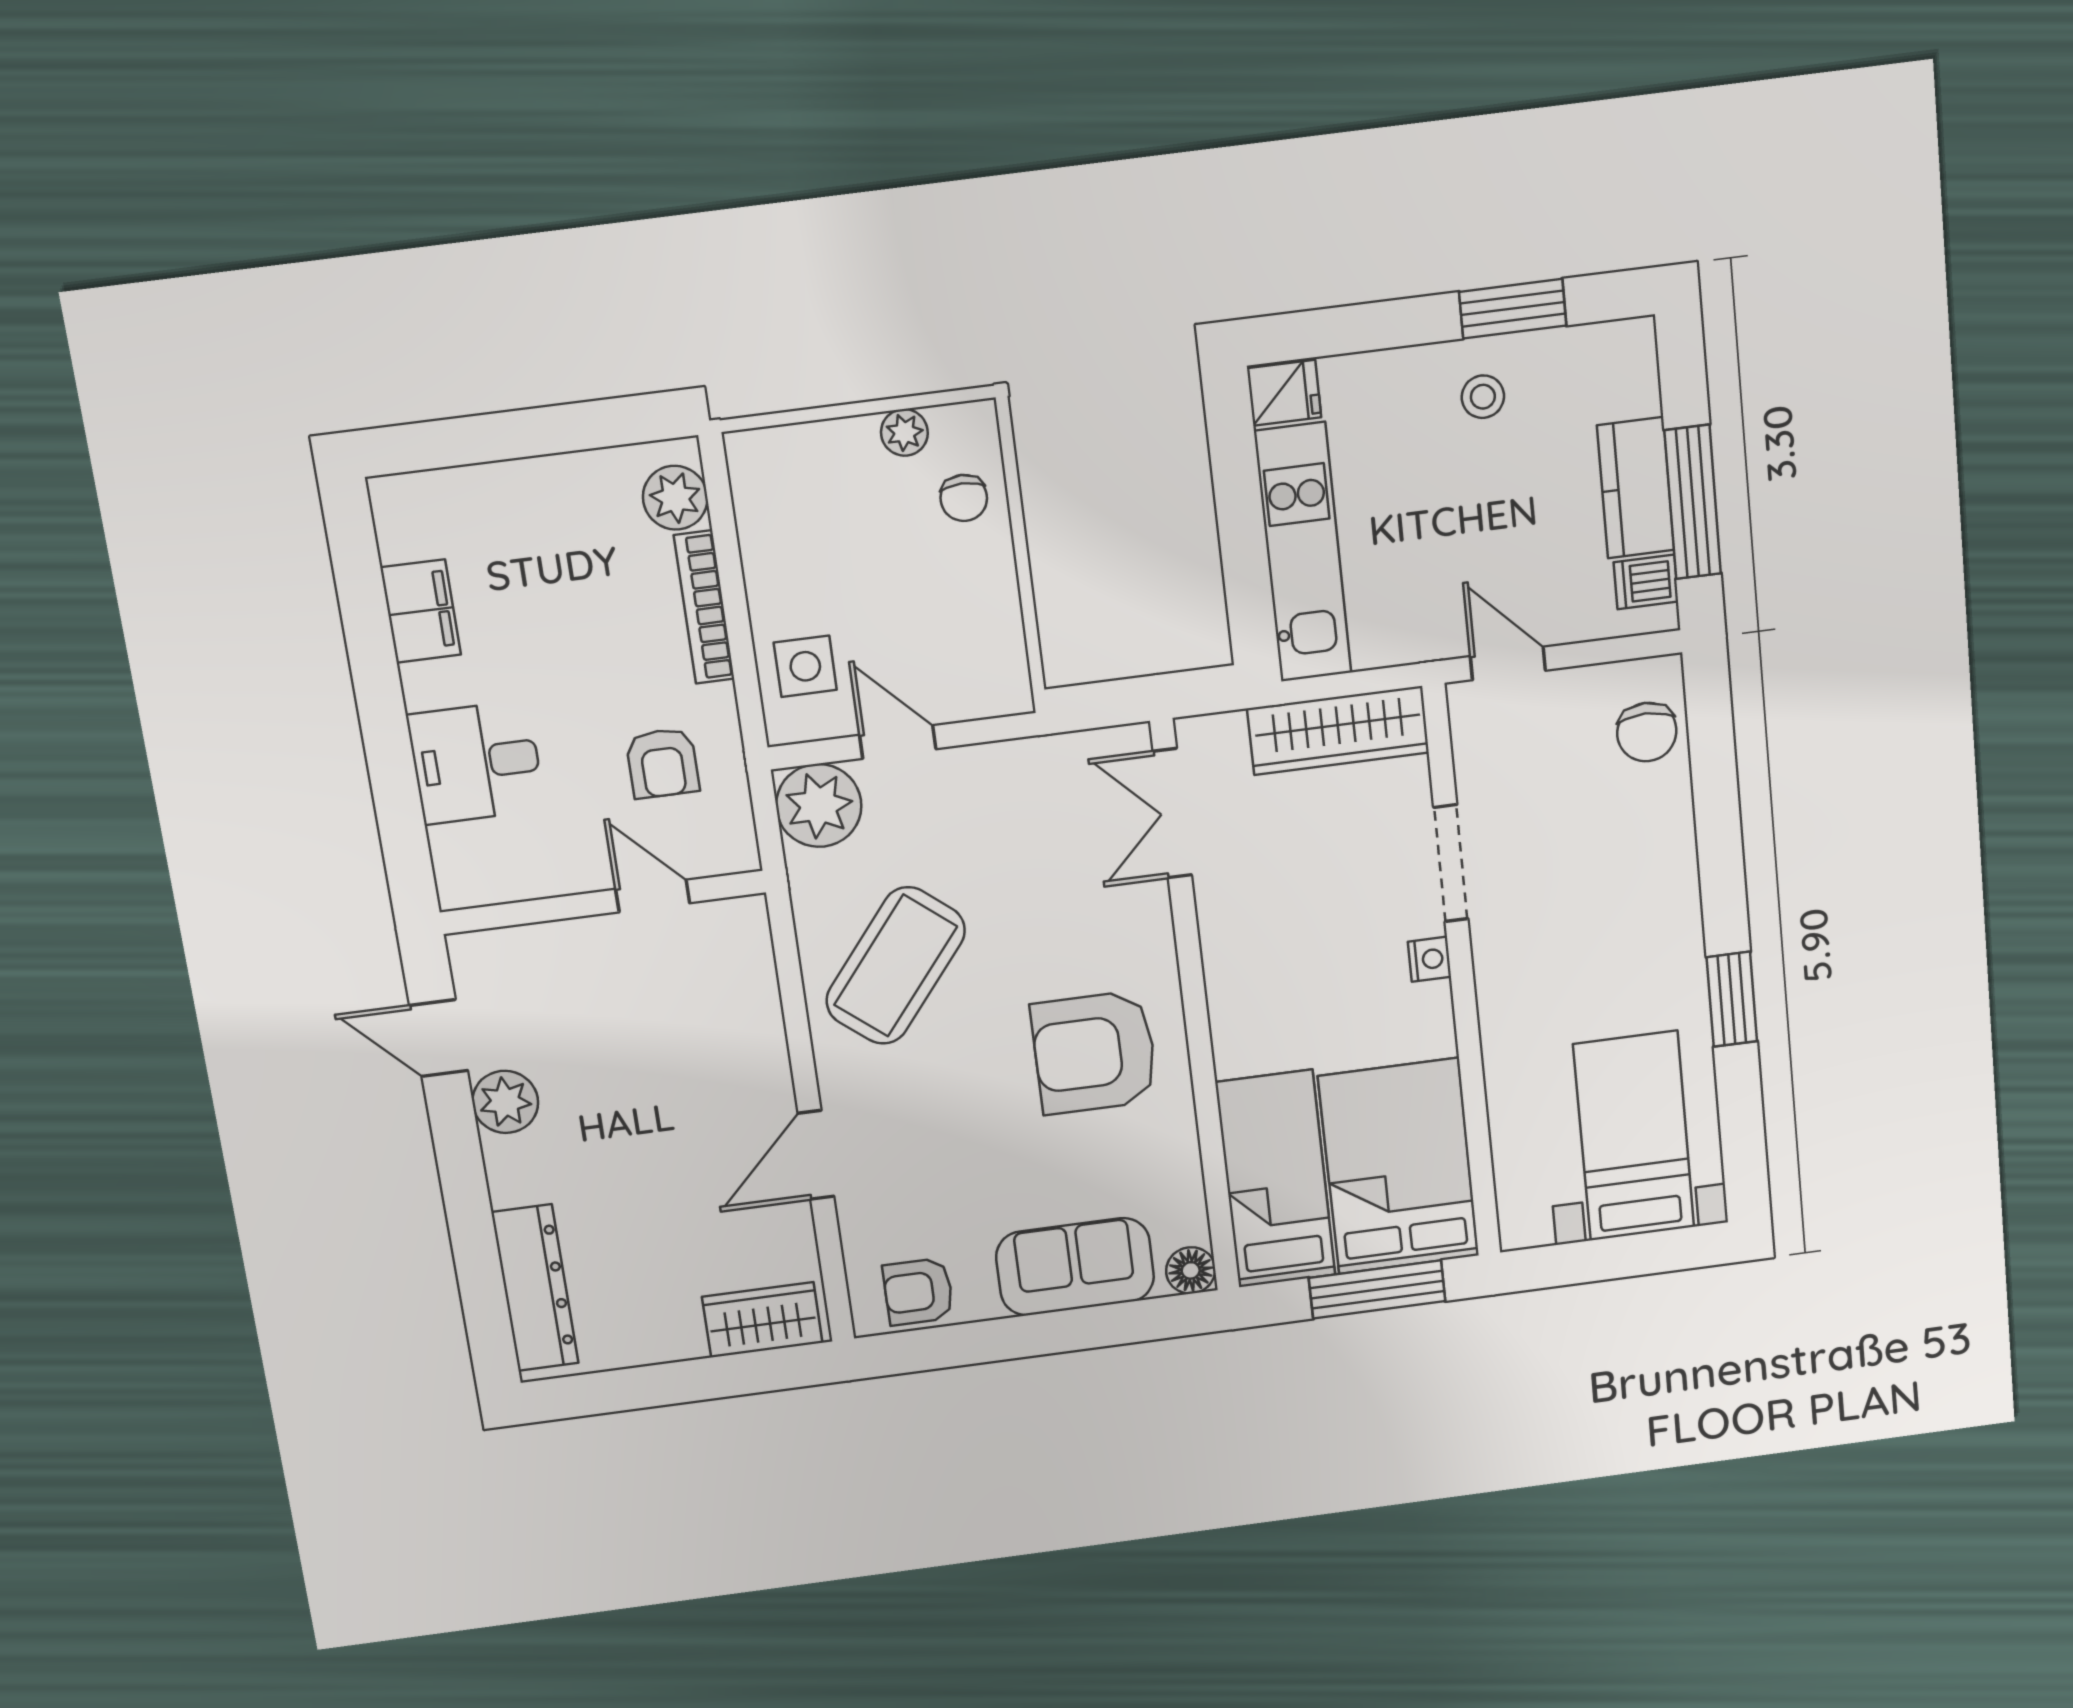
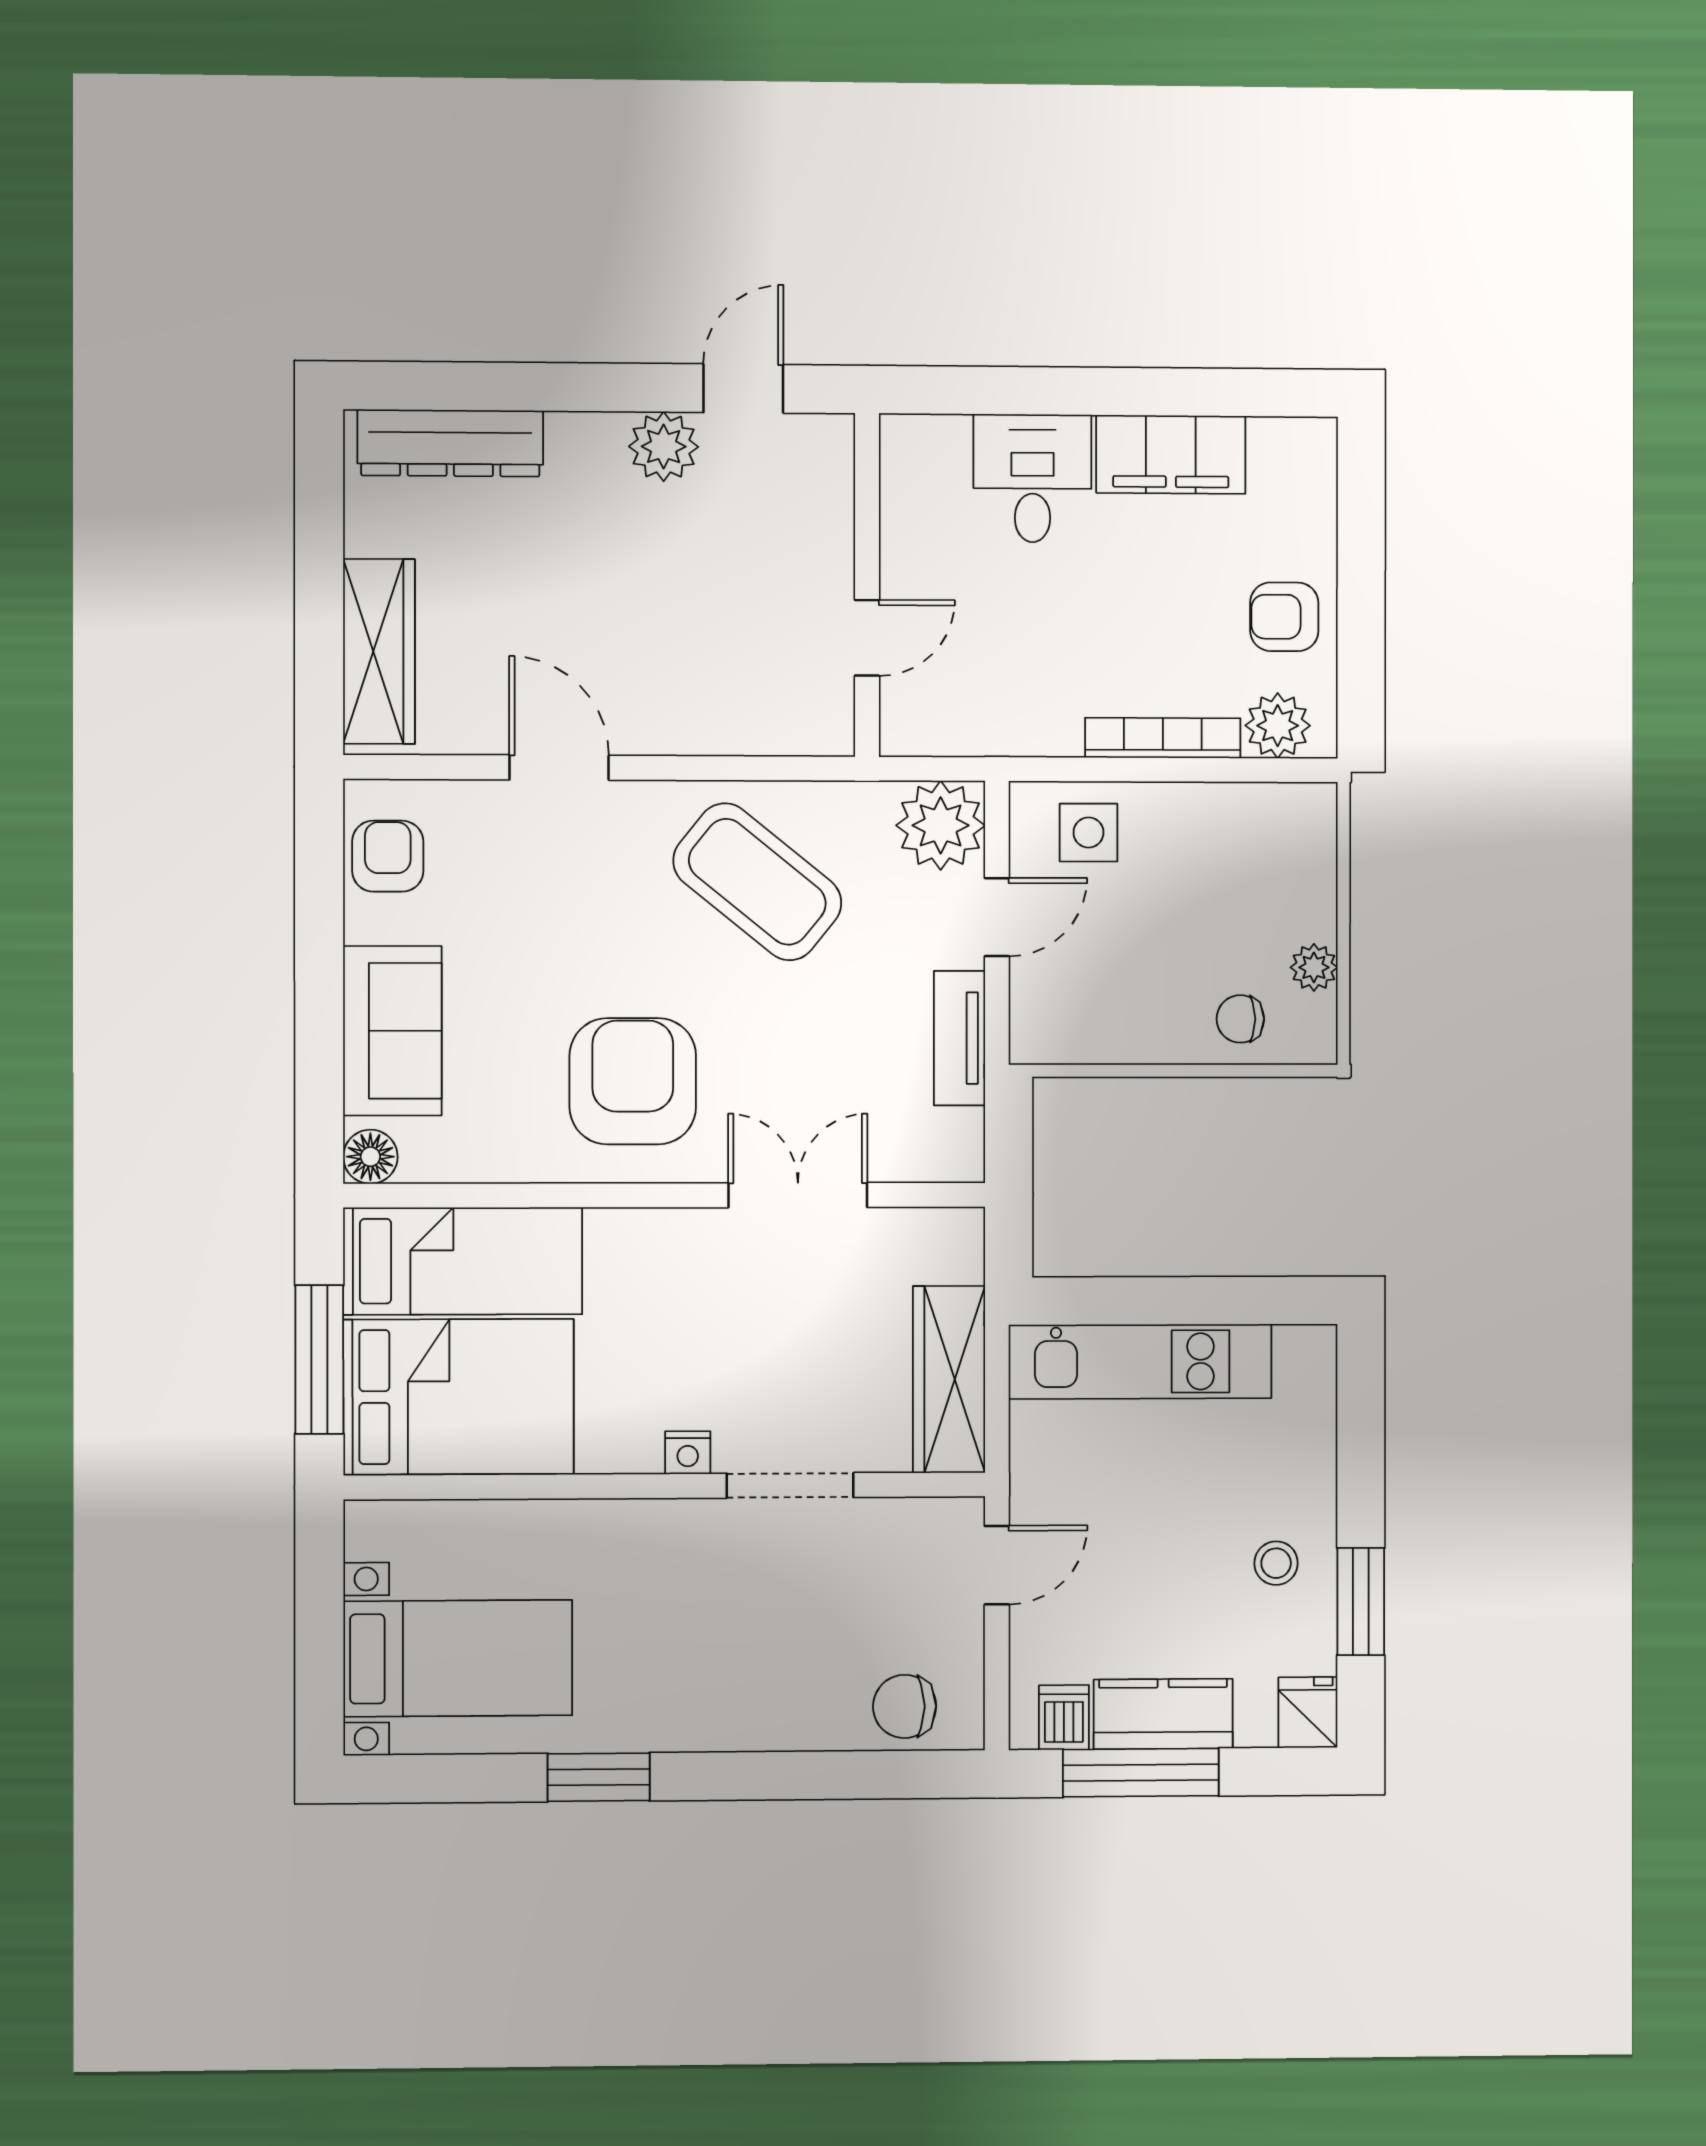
fridge: (1284, 393) -> (1308, 1712), moved, turned 180
filing cabinet: (421, 611) -> (1171, 454), width x1.50, depth x1.17
tv unit: (1017, 762) -> (959, 1038), added
armchair: (662, 763) -> (1284, 617), moved
double door: (1172, 813) -> (798, 1195), moved
wardrobe: (762, 1320) -> (379, 651), width x1.50

